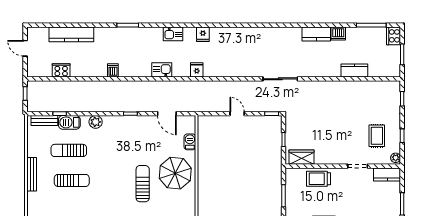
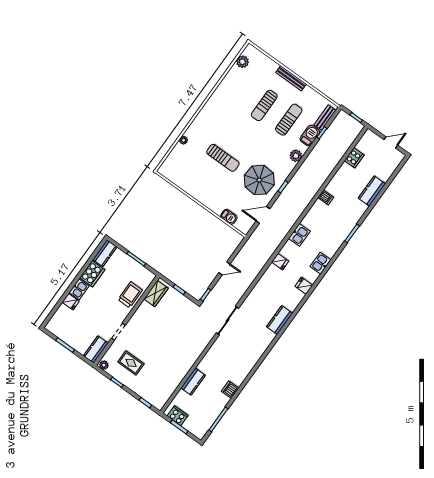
kitchen counter: (71, 34) -> (372, 191), width x0.67
kitchen counter: (316, 34) -> (280, 320), moved
cooker: (394, 36) -> (178, 416), moved
parasol: (175, 173) -> (259, 180), moved

